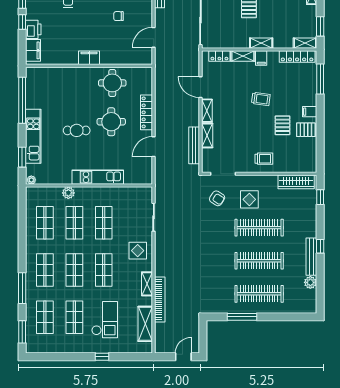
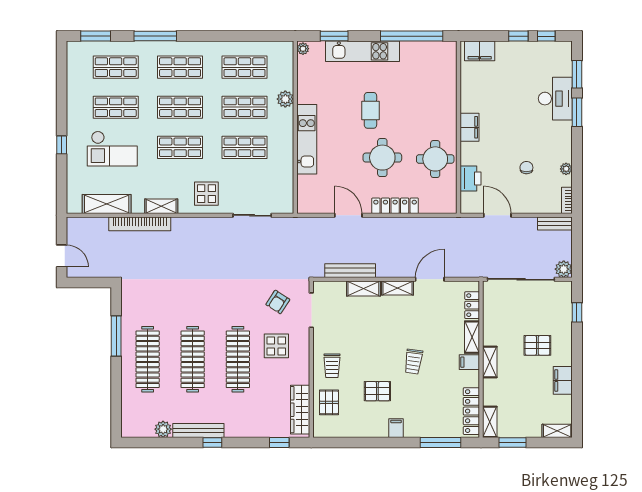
printer: (33, 29) -> (470, 179), moved, turned -90
pallet: (306, 130) -> (329, 402), moved

